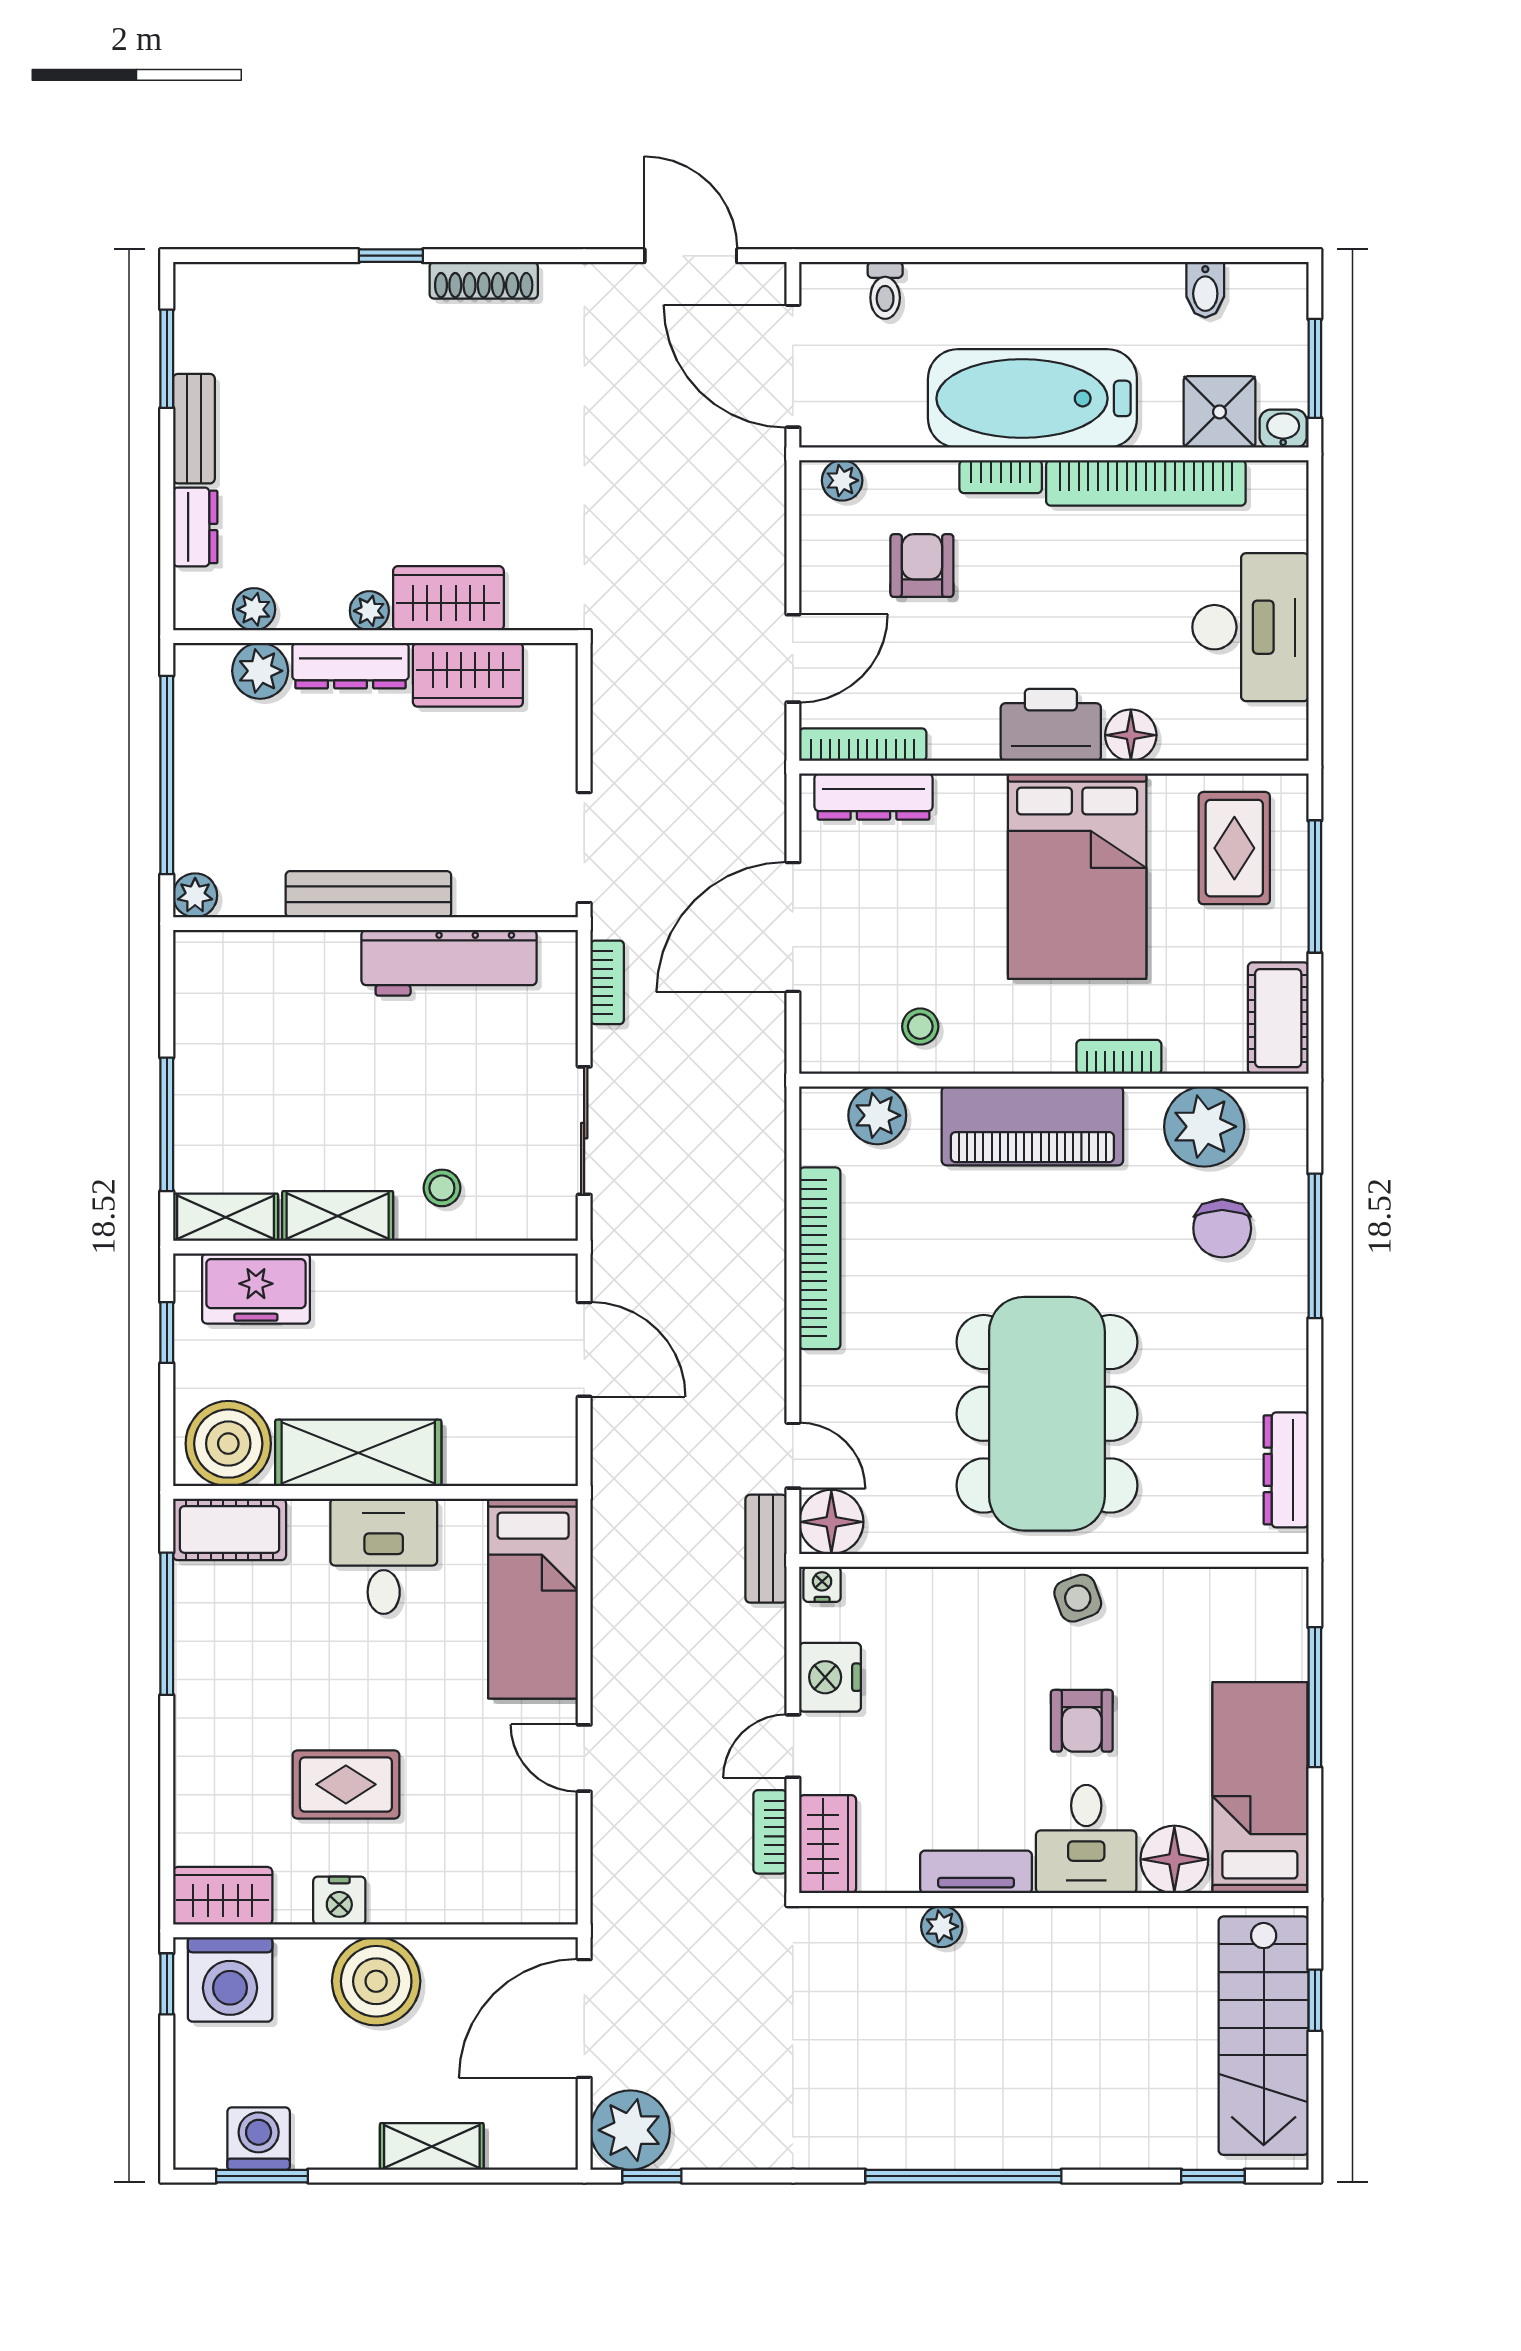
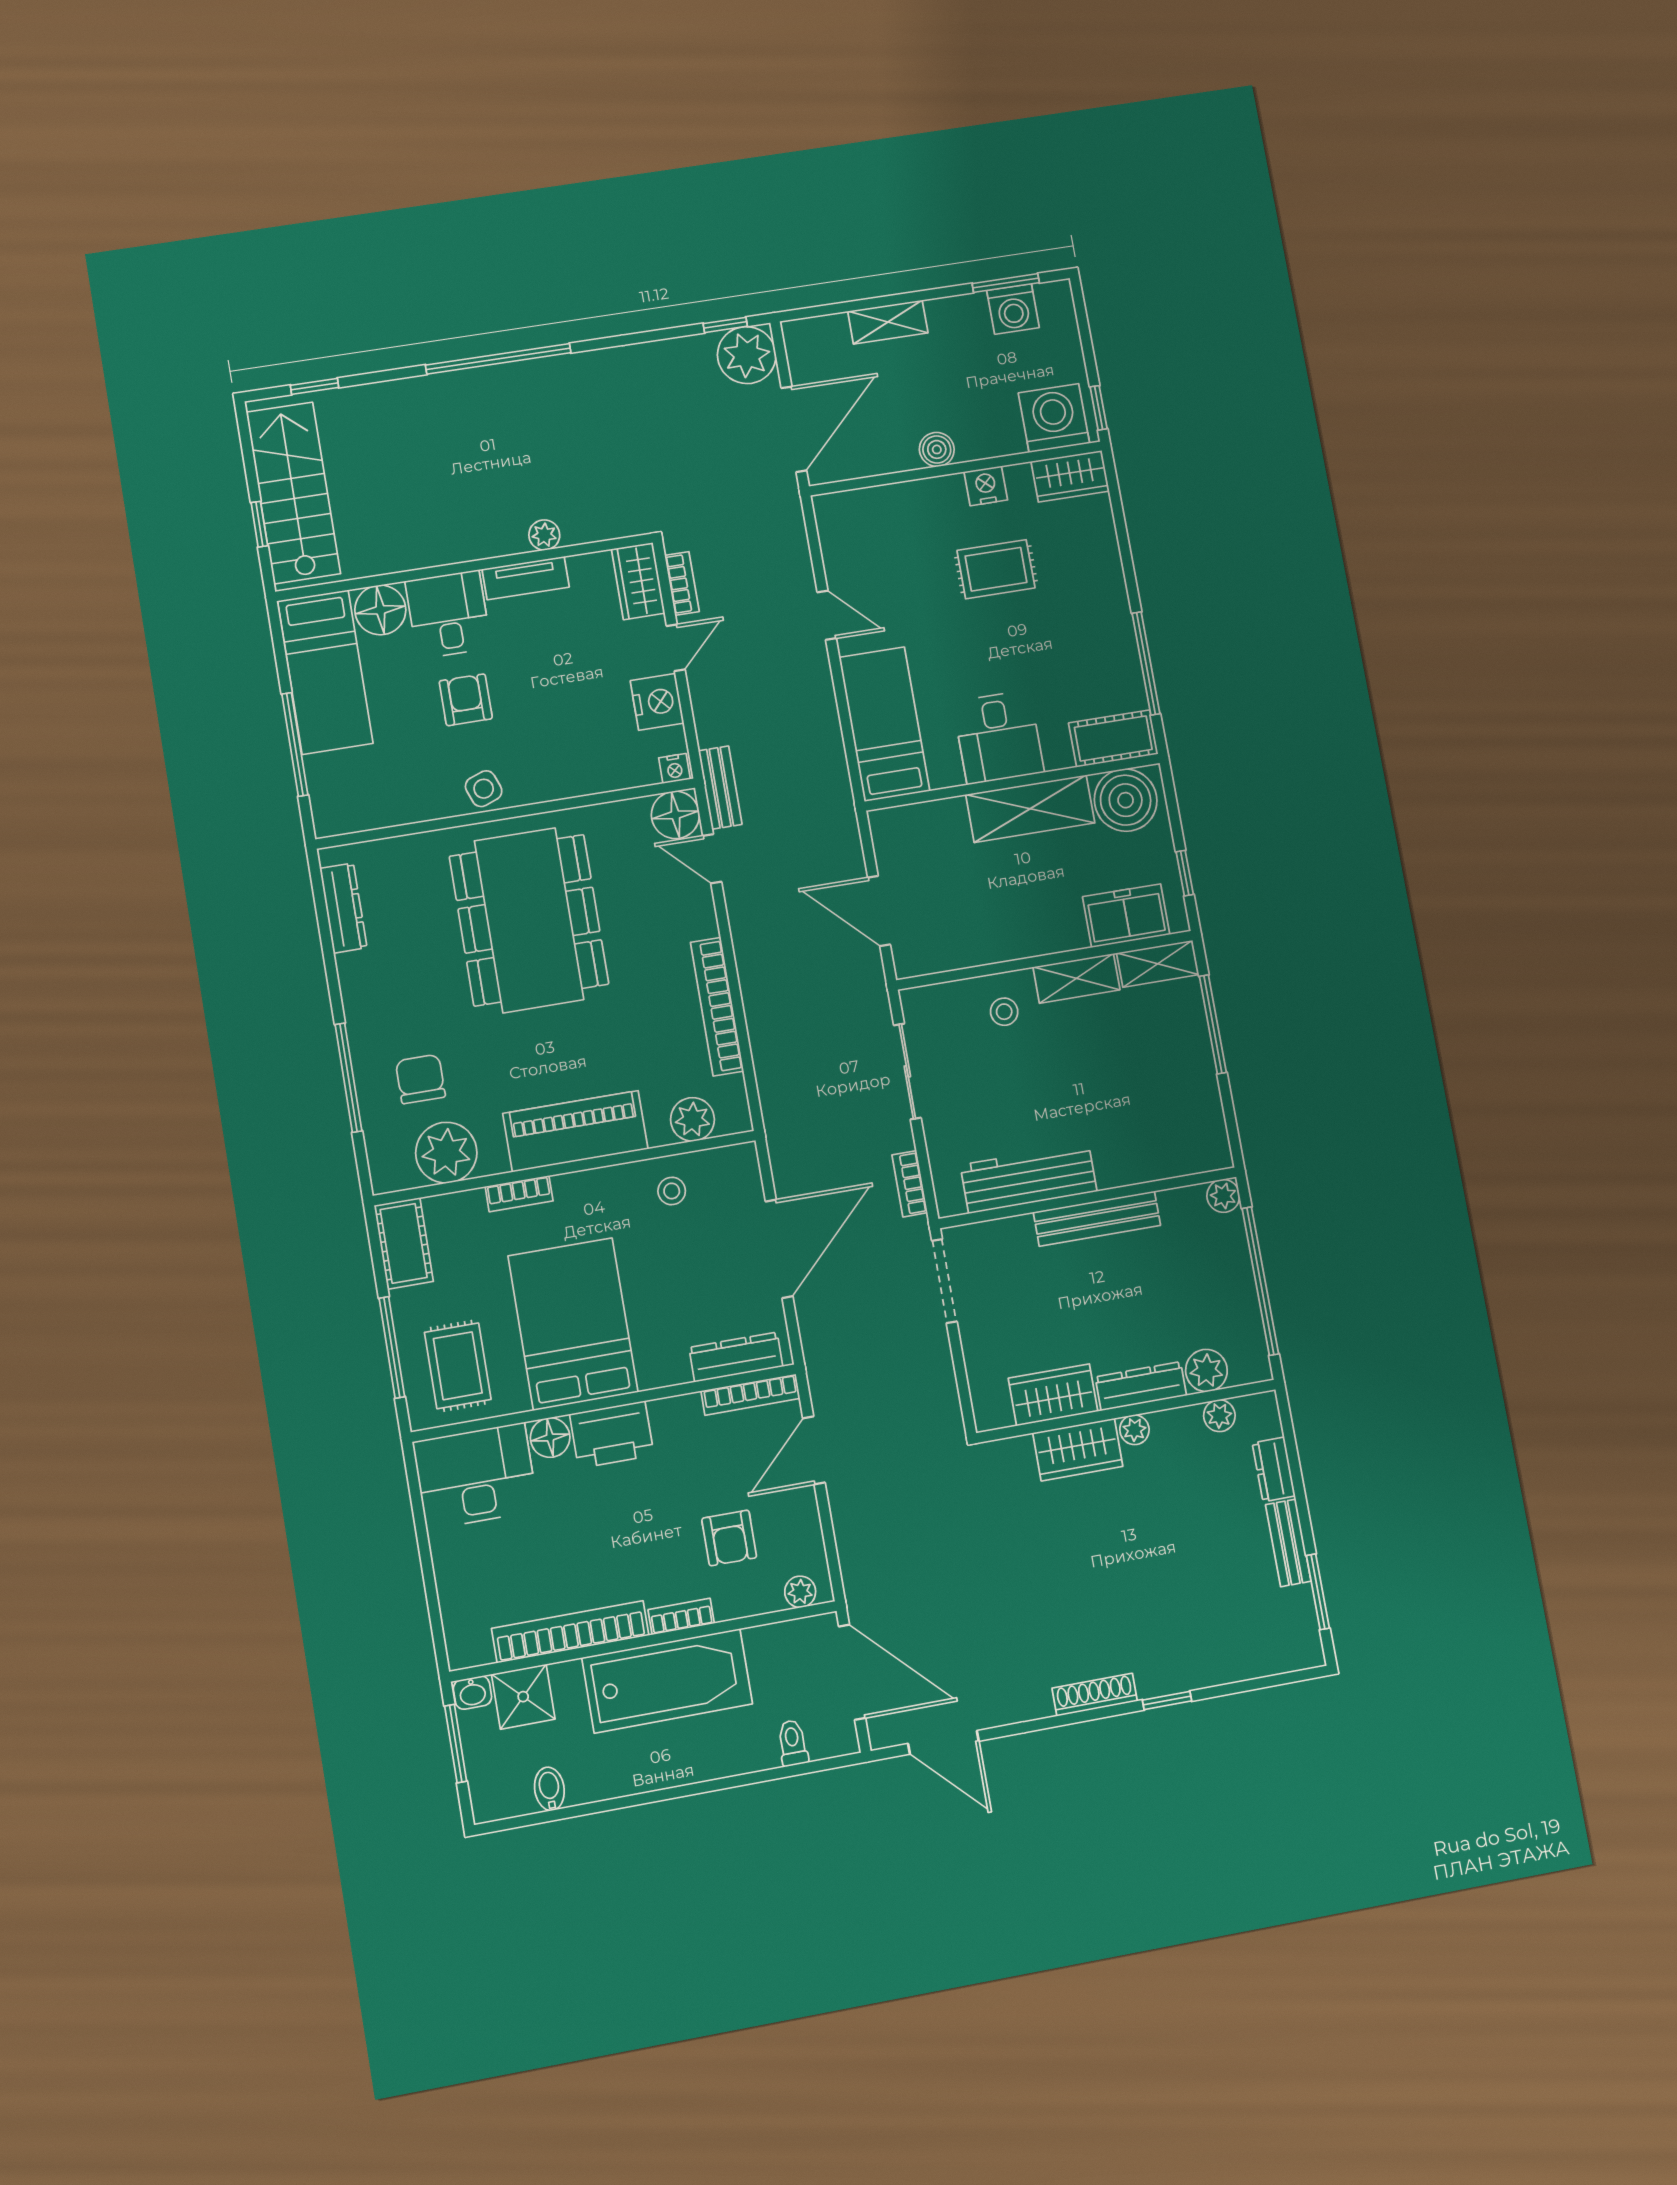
desk: (1250, 627) -> (475, 1476), moved, turned 90
boiler: (376, 1981) -> (937, 449), width x0.54, depth x0.54

